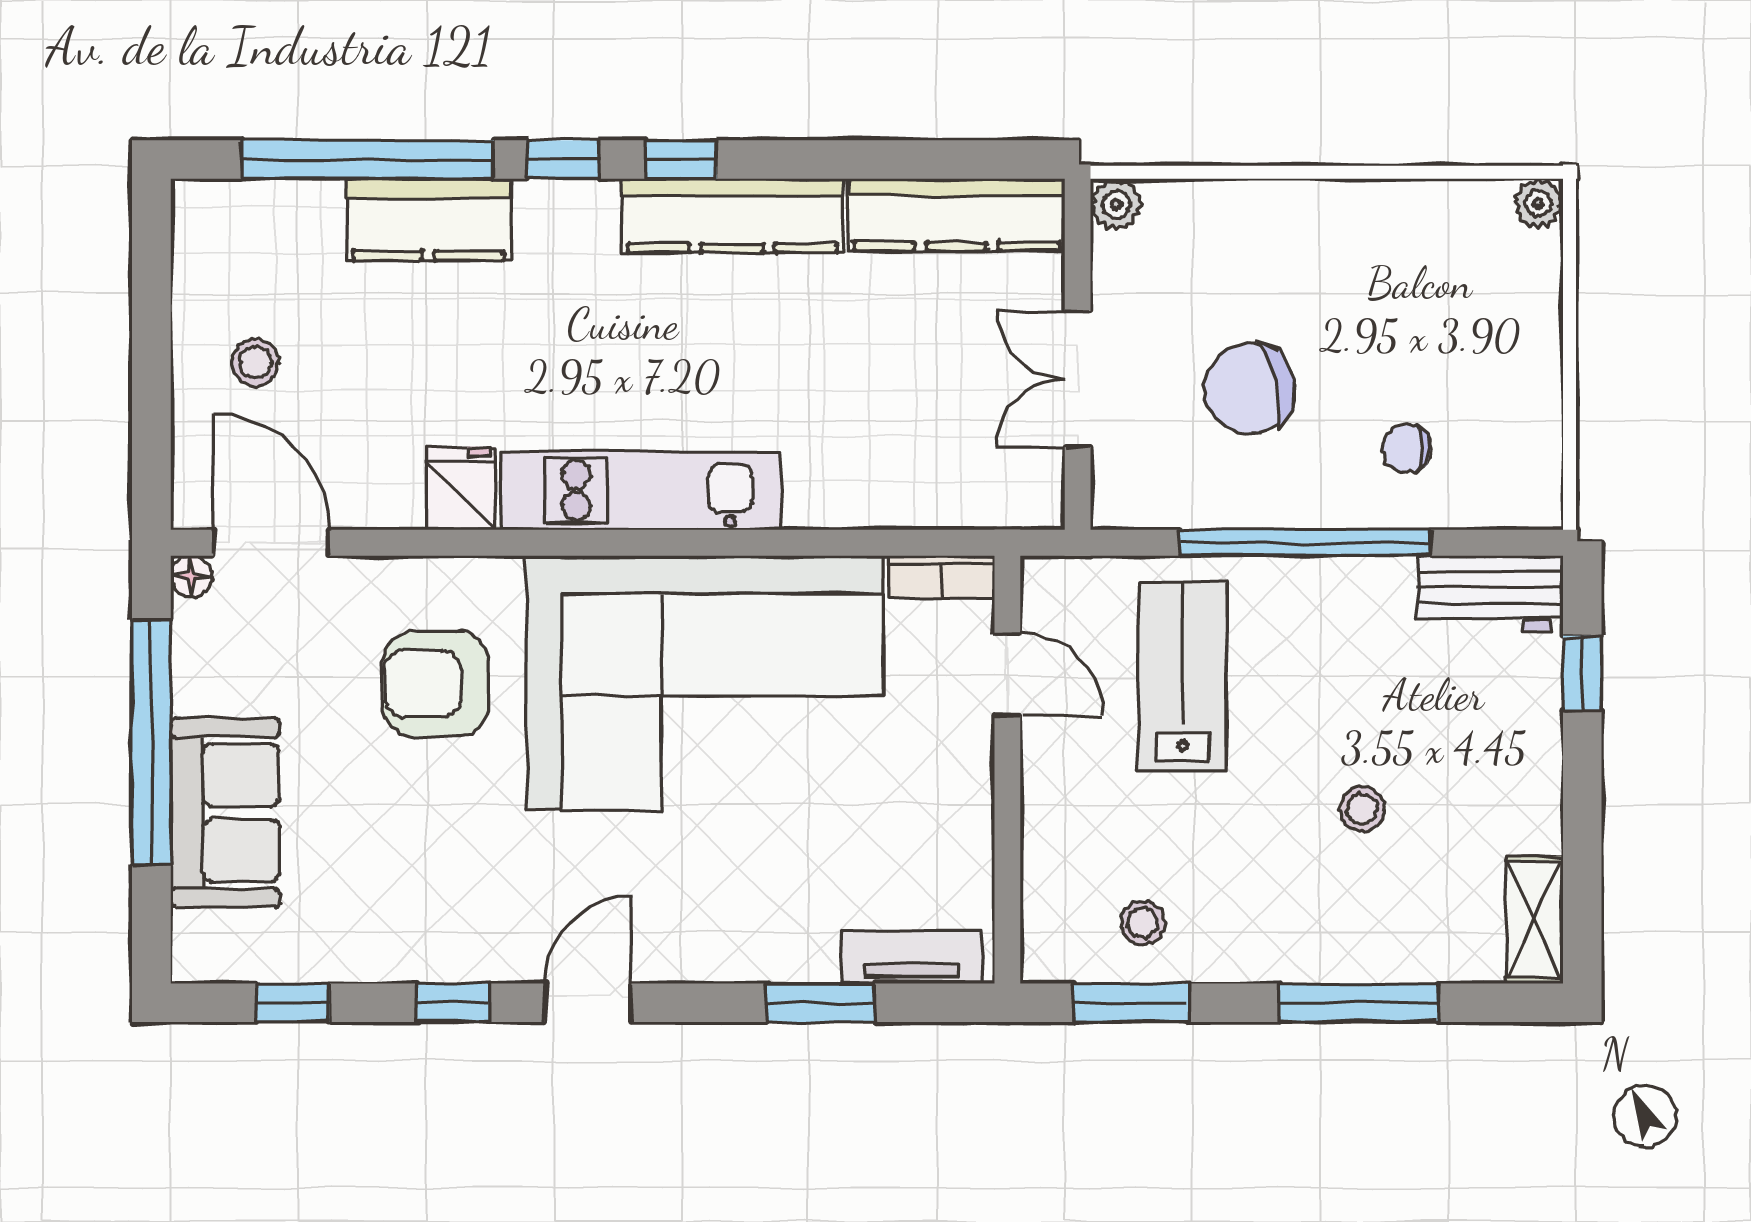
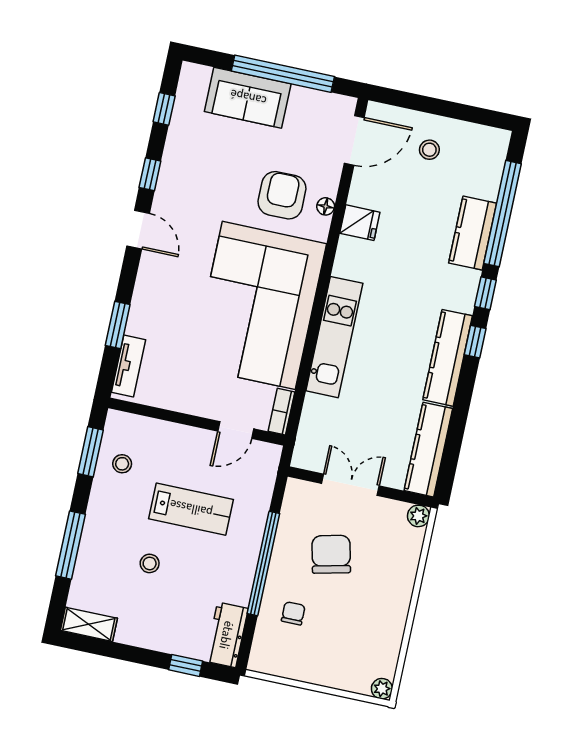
kitchen unit: (641, 491) -> (334, 337), moved
floor lamp: (191, 576) -> (326, 206), moved
lab bench: (1183, 676) -> (191, 509), moved

